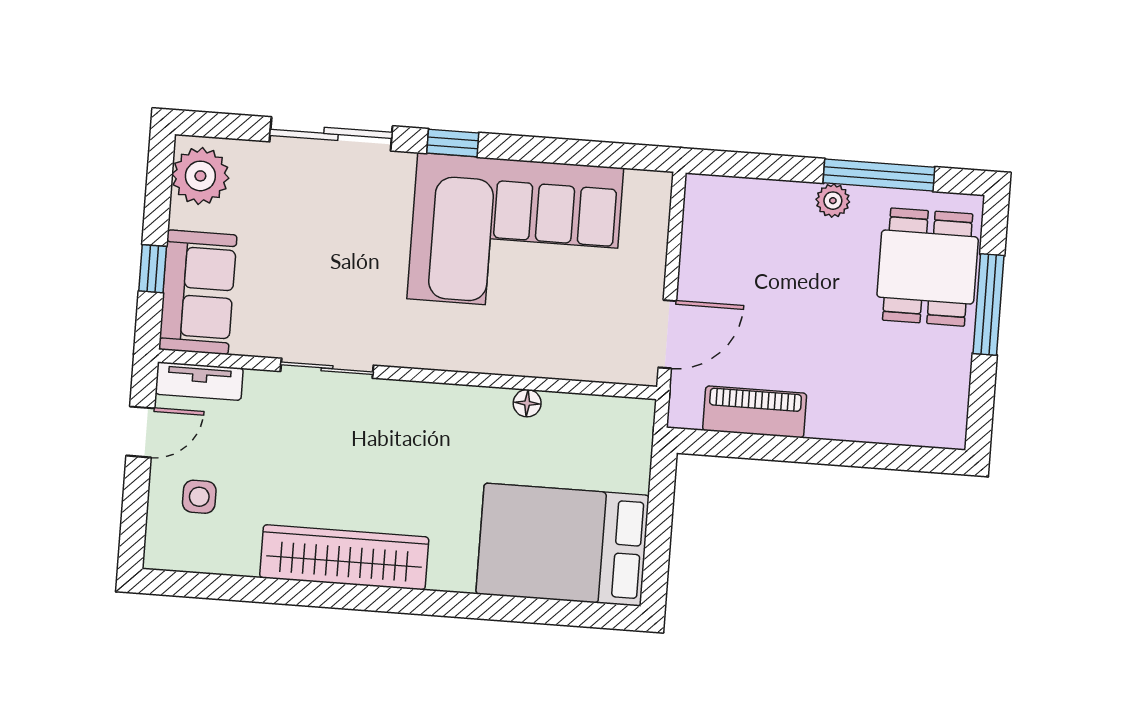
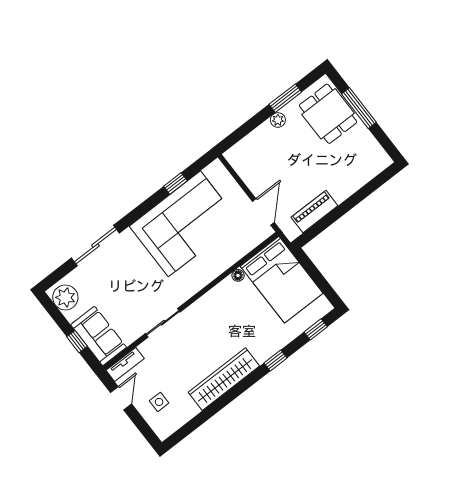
window: (453, 143) -> (175, 183), moved
window: (879, 175) -> (285, 98), width x0.69
bed: (563, 545) -> (282, 280), moved, turned -90
window: (460, 605) -> (276, 361), added
window: (576, 614) -> (316, 329), added

